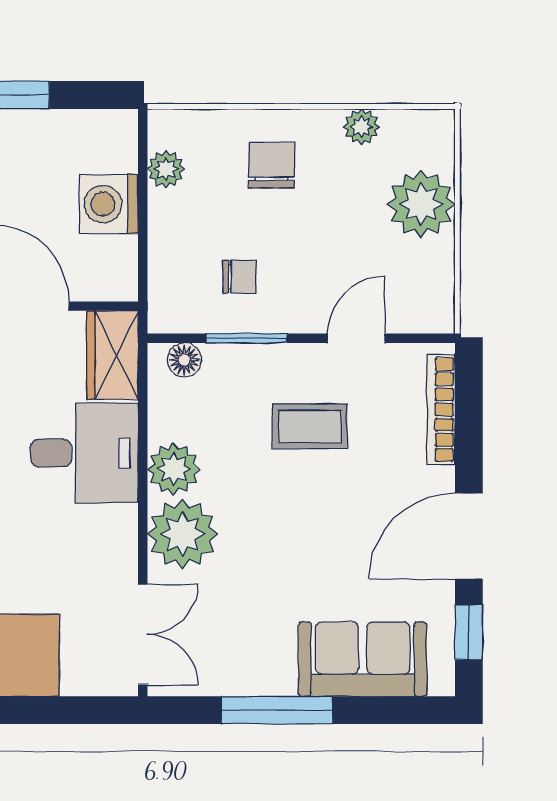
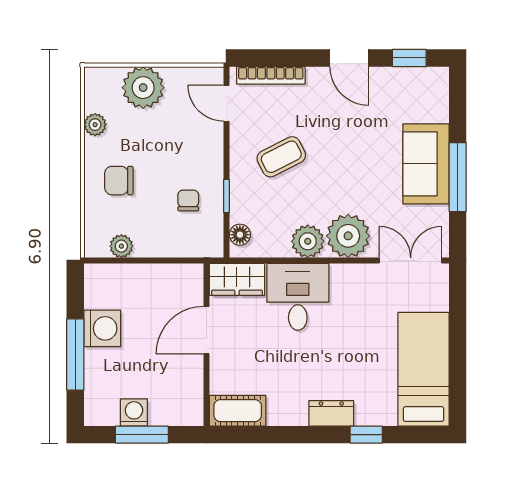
washing machine: (109, 204) -> (102, 328), moved, turned -90
window: (247, 338) -> (227, 196), width x0.67
door: (356, 338) -> (227, 103), moved
coffee table: (310, 426) -> (281, 157), turned 63
door: (469, 536) -> (349, 58), width x0.73
sofa: (363, 659) -> (426, 164), moved

